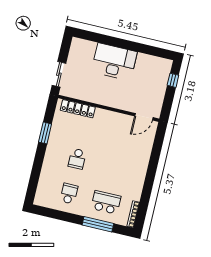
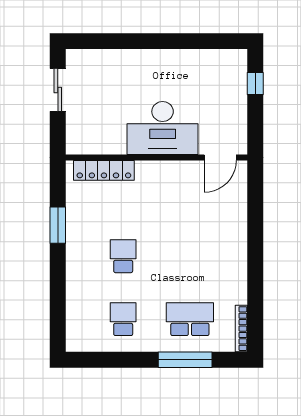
desk: (114, 62) -> (163, 128), moved, turned 180
sliding door: (59, 74) -> (58, 90), moved
school desk: (77, 159) -> (123, 256), turned 180

